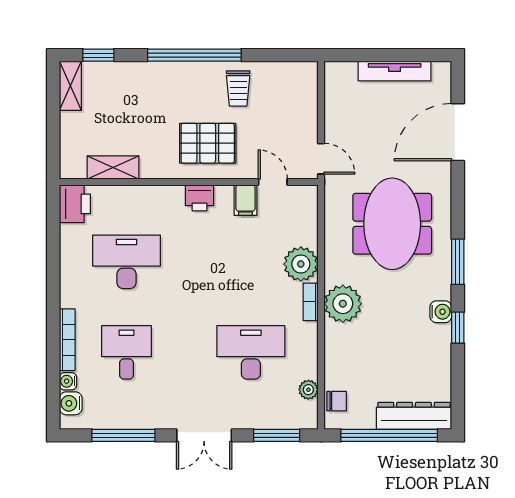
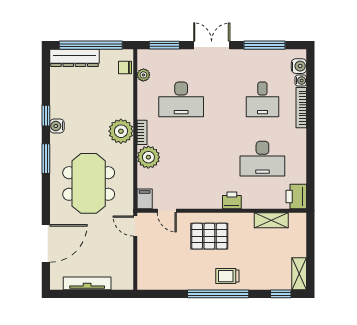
trolley: (238, 88) -> (227, 276), moved, turned -90
printer: (200, 198) -> (232, 200), moved
filing cabinet: (245, 200) -> (145, 199), moved

